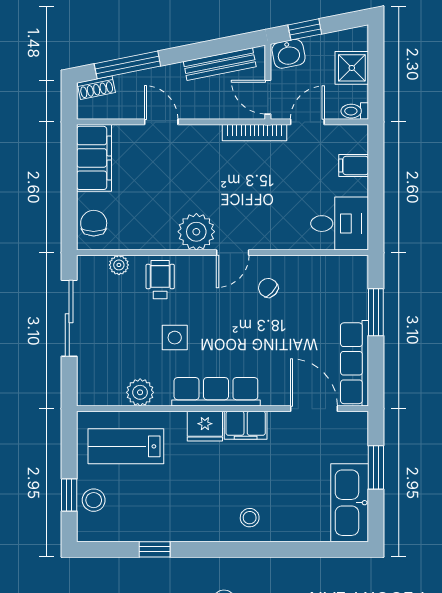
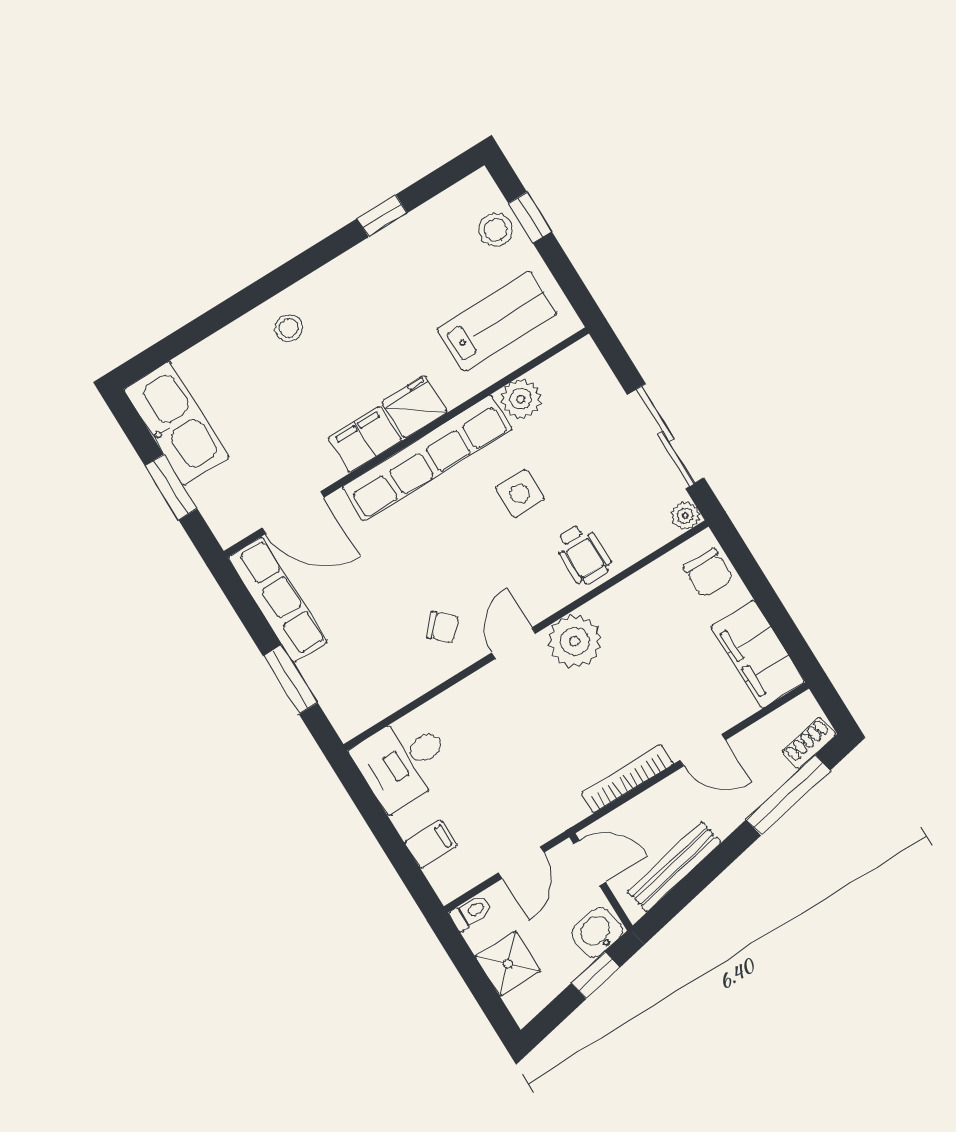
bookcase: (255, 133) -> (627, 779), moved
plant: (119, 265) -> (685, 516), moved
row of seats: (216, 392) -> (427, 458), width x1.36

